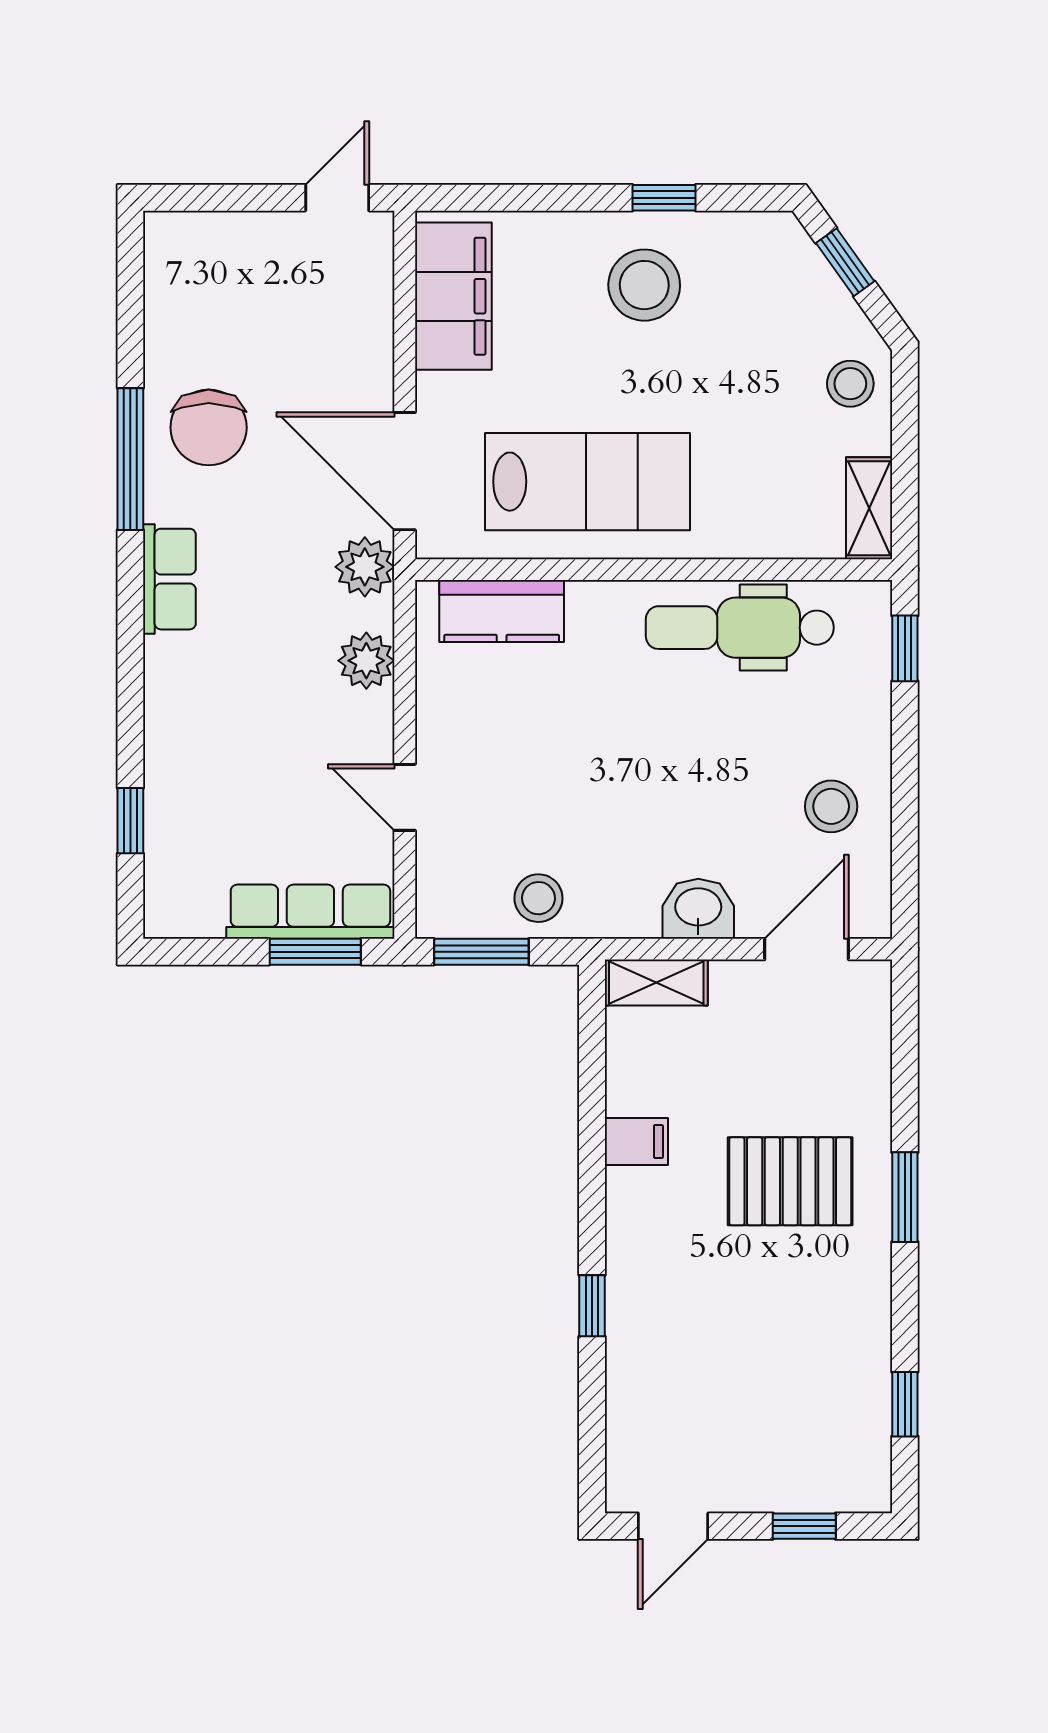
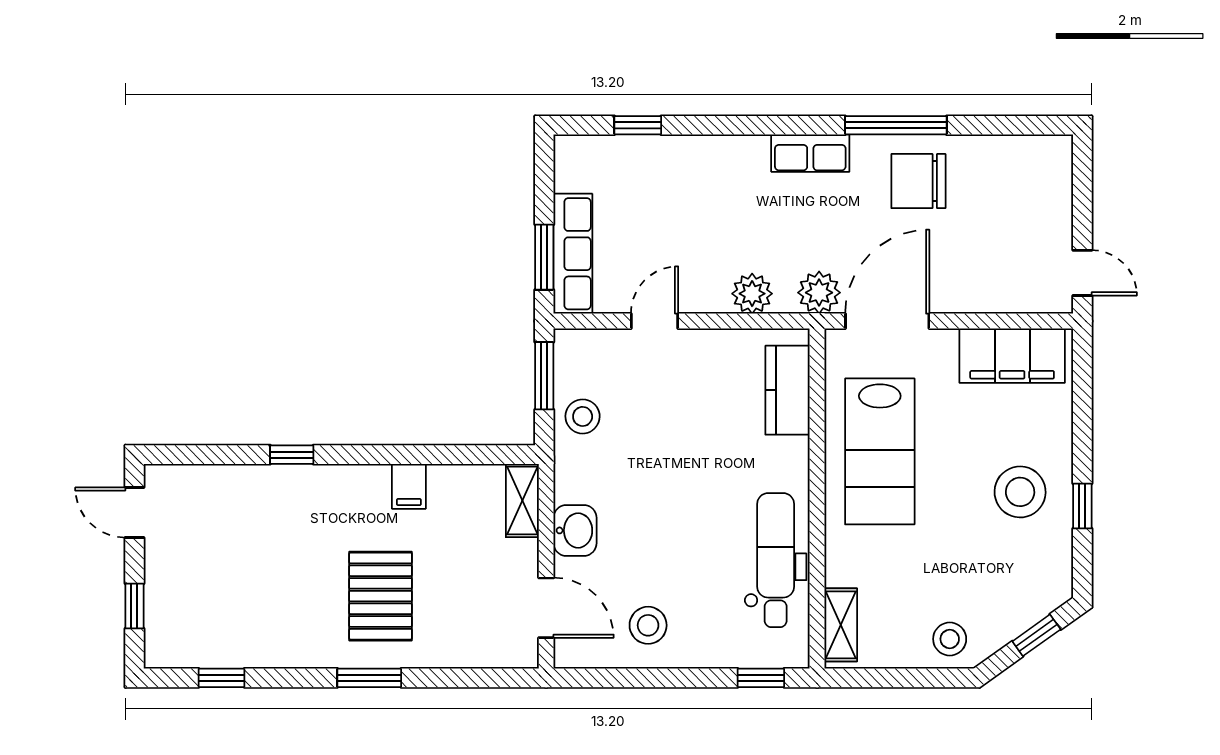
shelving: (869, 508) -> (841, 625), moved, turned 90

